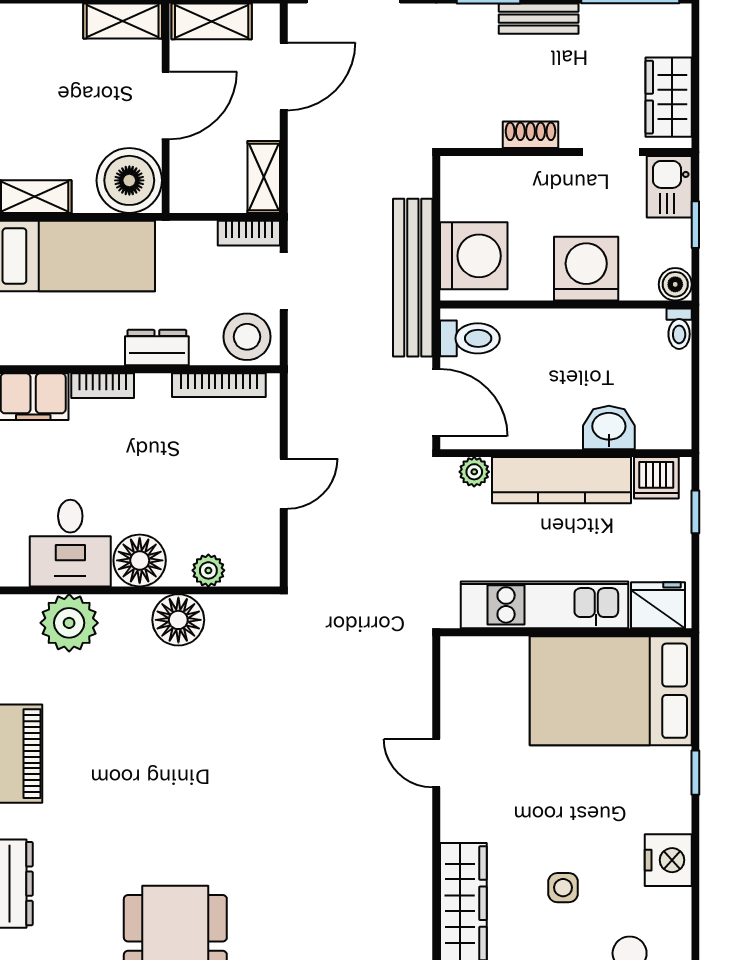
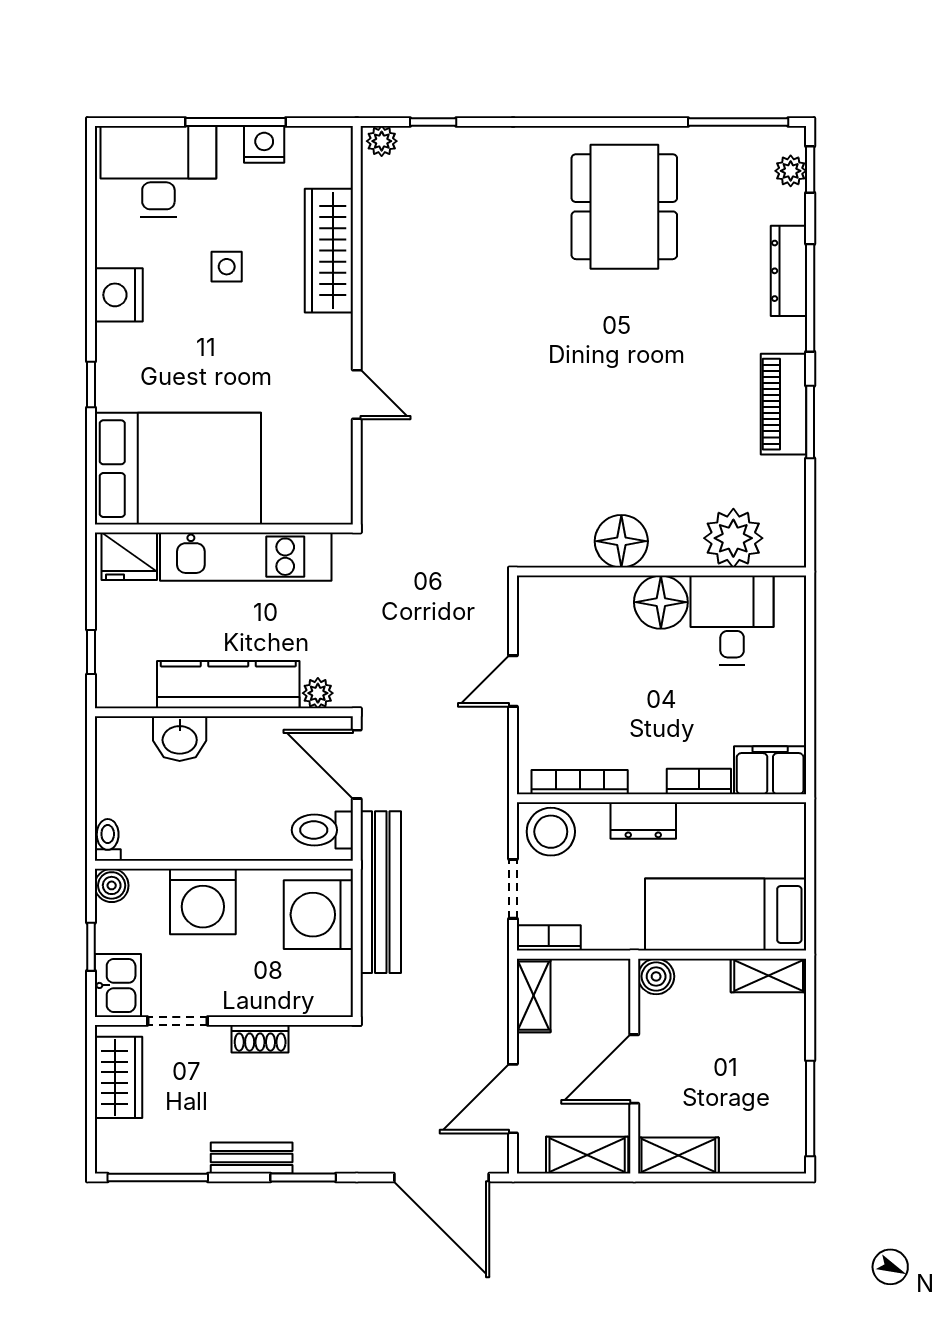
boiler: (129, 180) -> (656, 976), width x0.54, depth x0.54
dishwasher: (656, 478) -> (131, 687), removed
plant: (208, 570) -> (590, 592), removed

